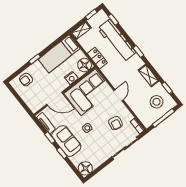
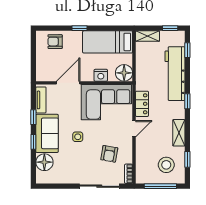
locker: (97, 58) -> (142, 104), moved
door: (55, 99) -> (68, 83), swing flipped
floor lamp: (85, 168) -> (44, 162), moved

